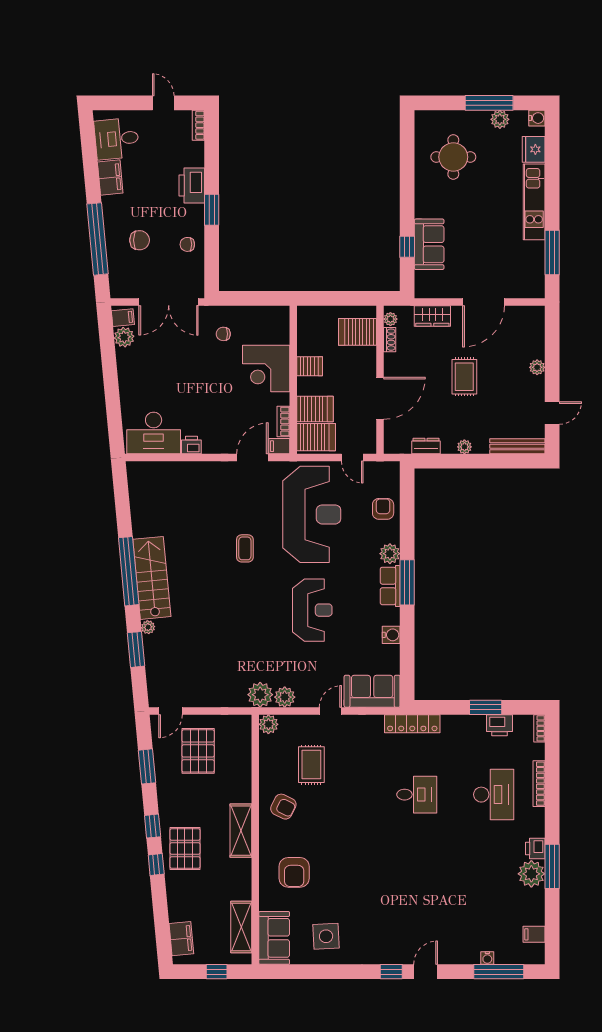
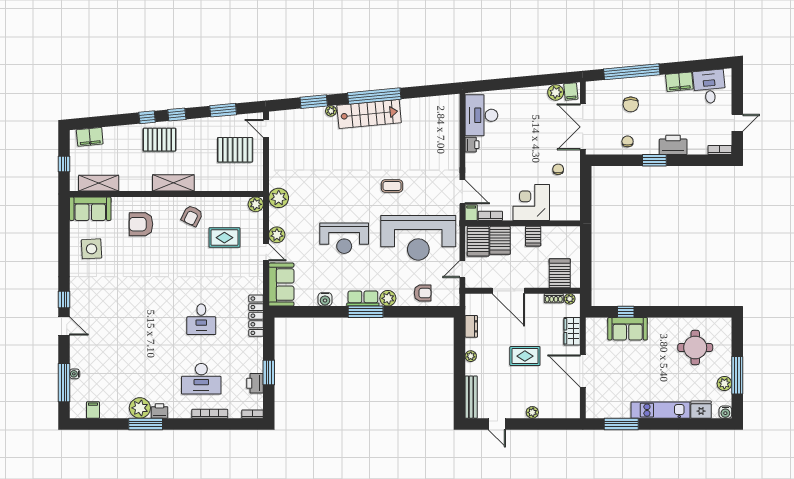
plant: (285, 697) -> (277, 235), moved

